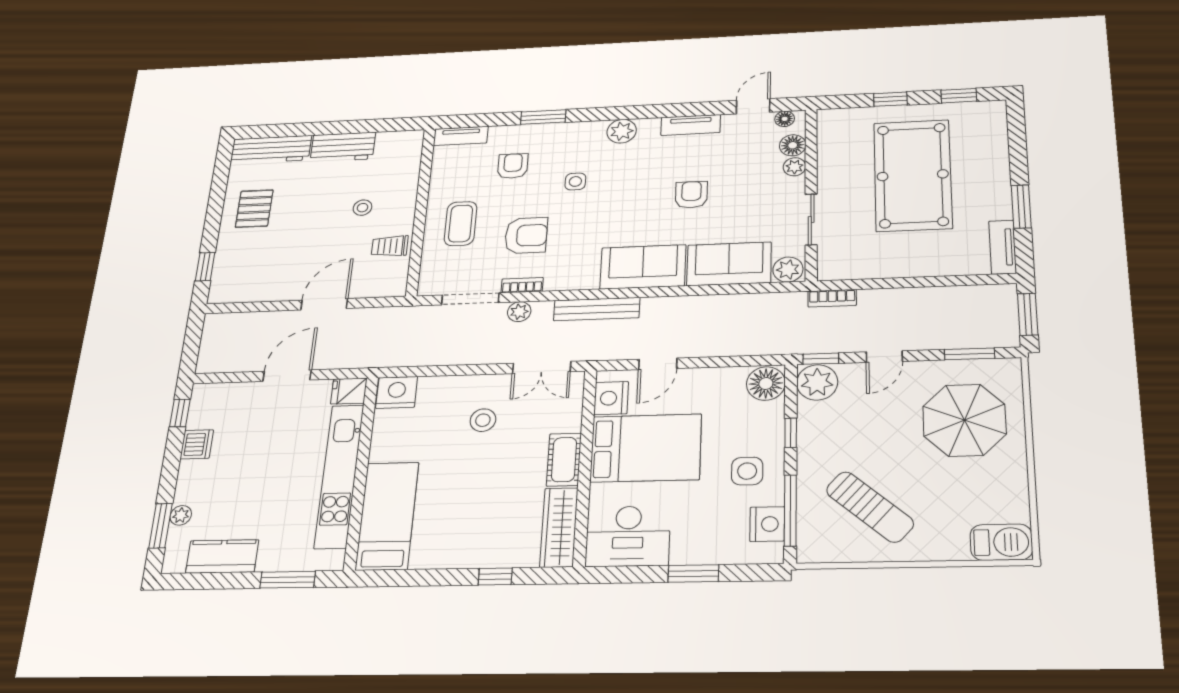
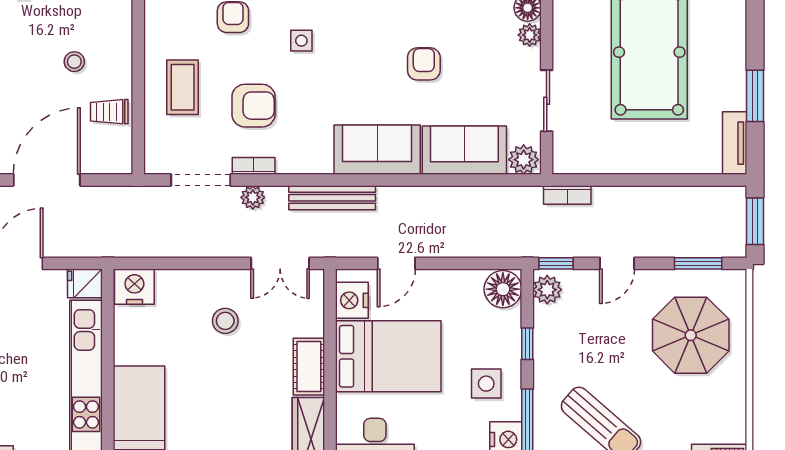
door: (324, 304) -> (47, 180), width x1.36
plant: (817, 382) -> (547, 290), width x0.73, depth x0.73

